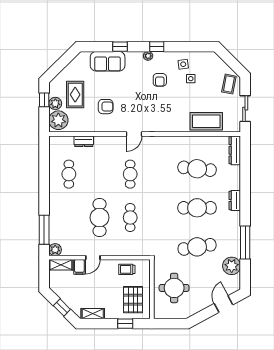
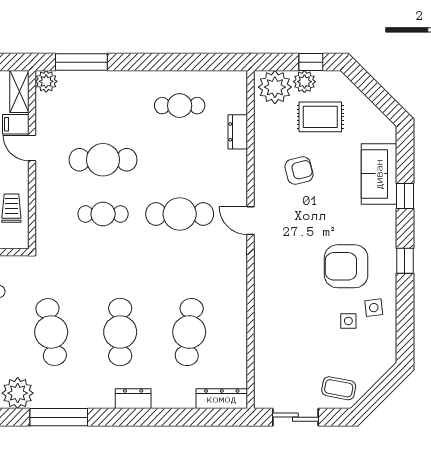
plant: (148, 56) -> (389, 245), removed
armchair: (160, 80) -> (346, 266), width x1.88, depth x1.88
armchair: (106, 107) -> (299, 171), turned -104
coffee table: (206, 121) -> (273, 348), removed
cafe table: (130, 174) -> (180, 214), width x1.37, depth x1.35

